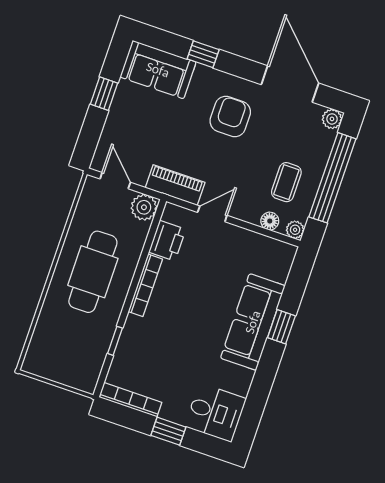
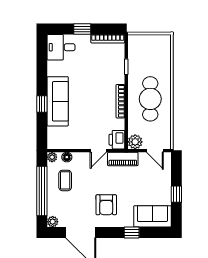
printer: (167, 241) -> (117, 140), moved

